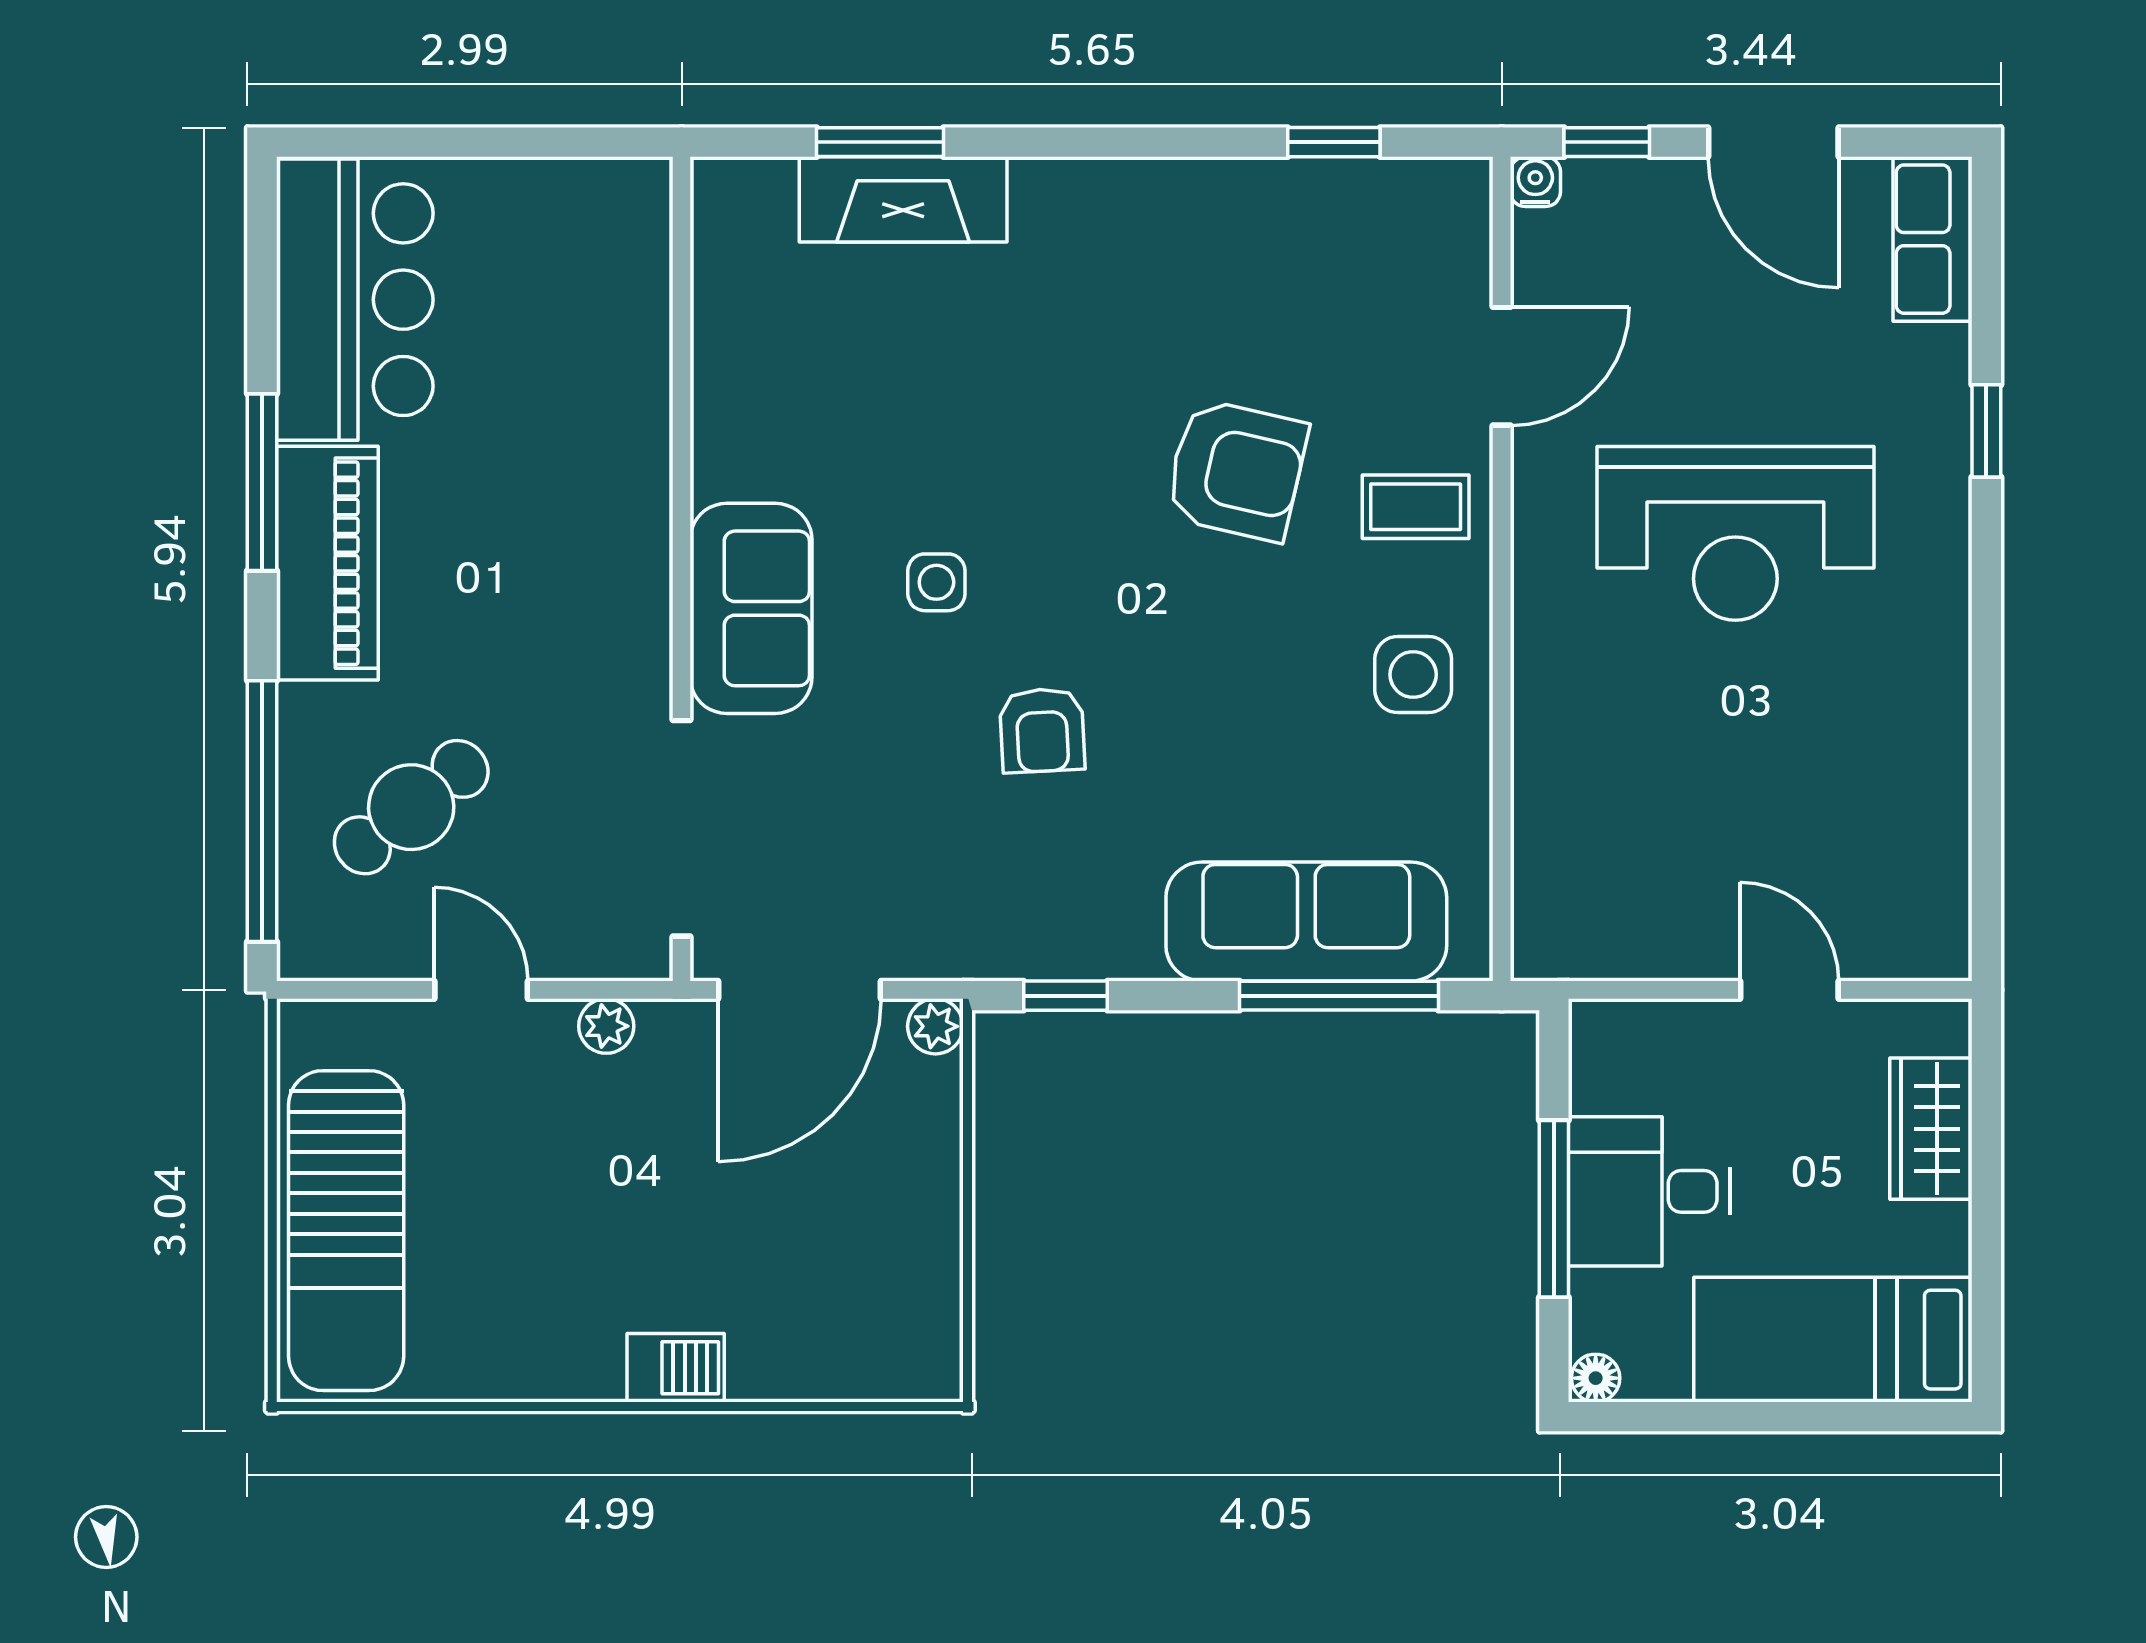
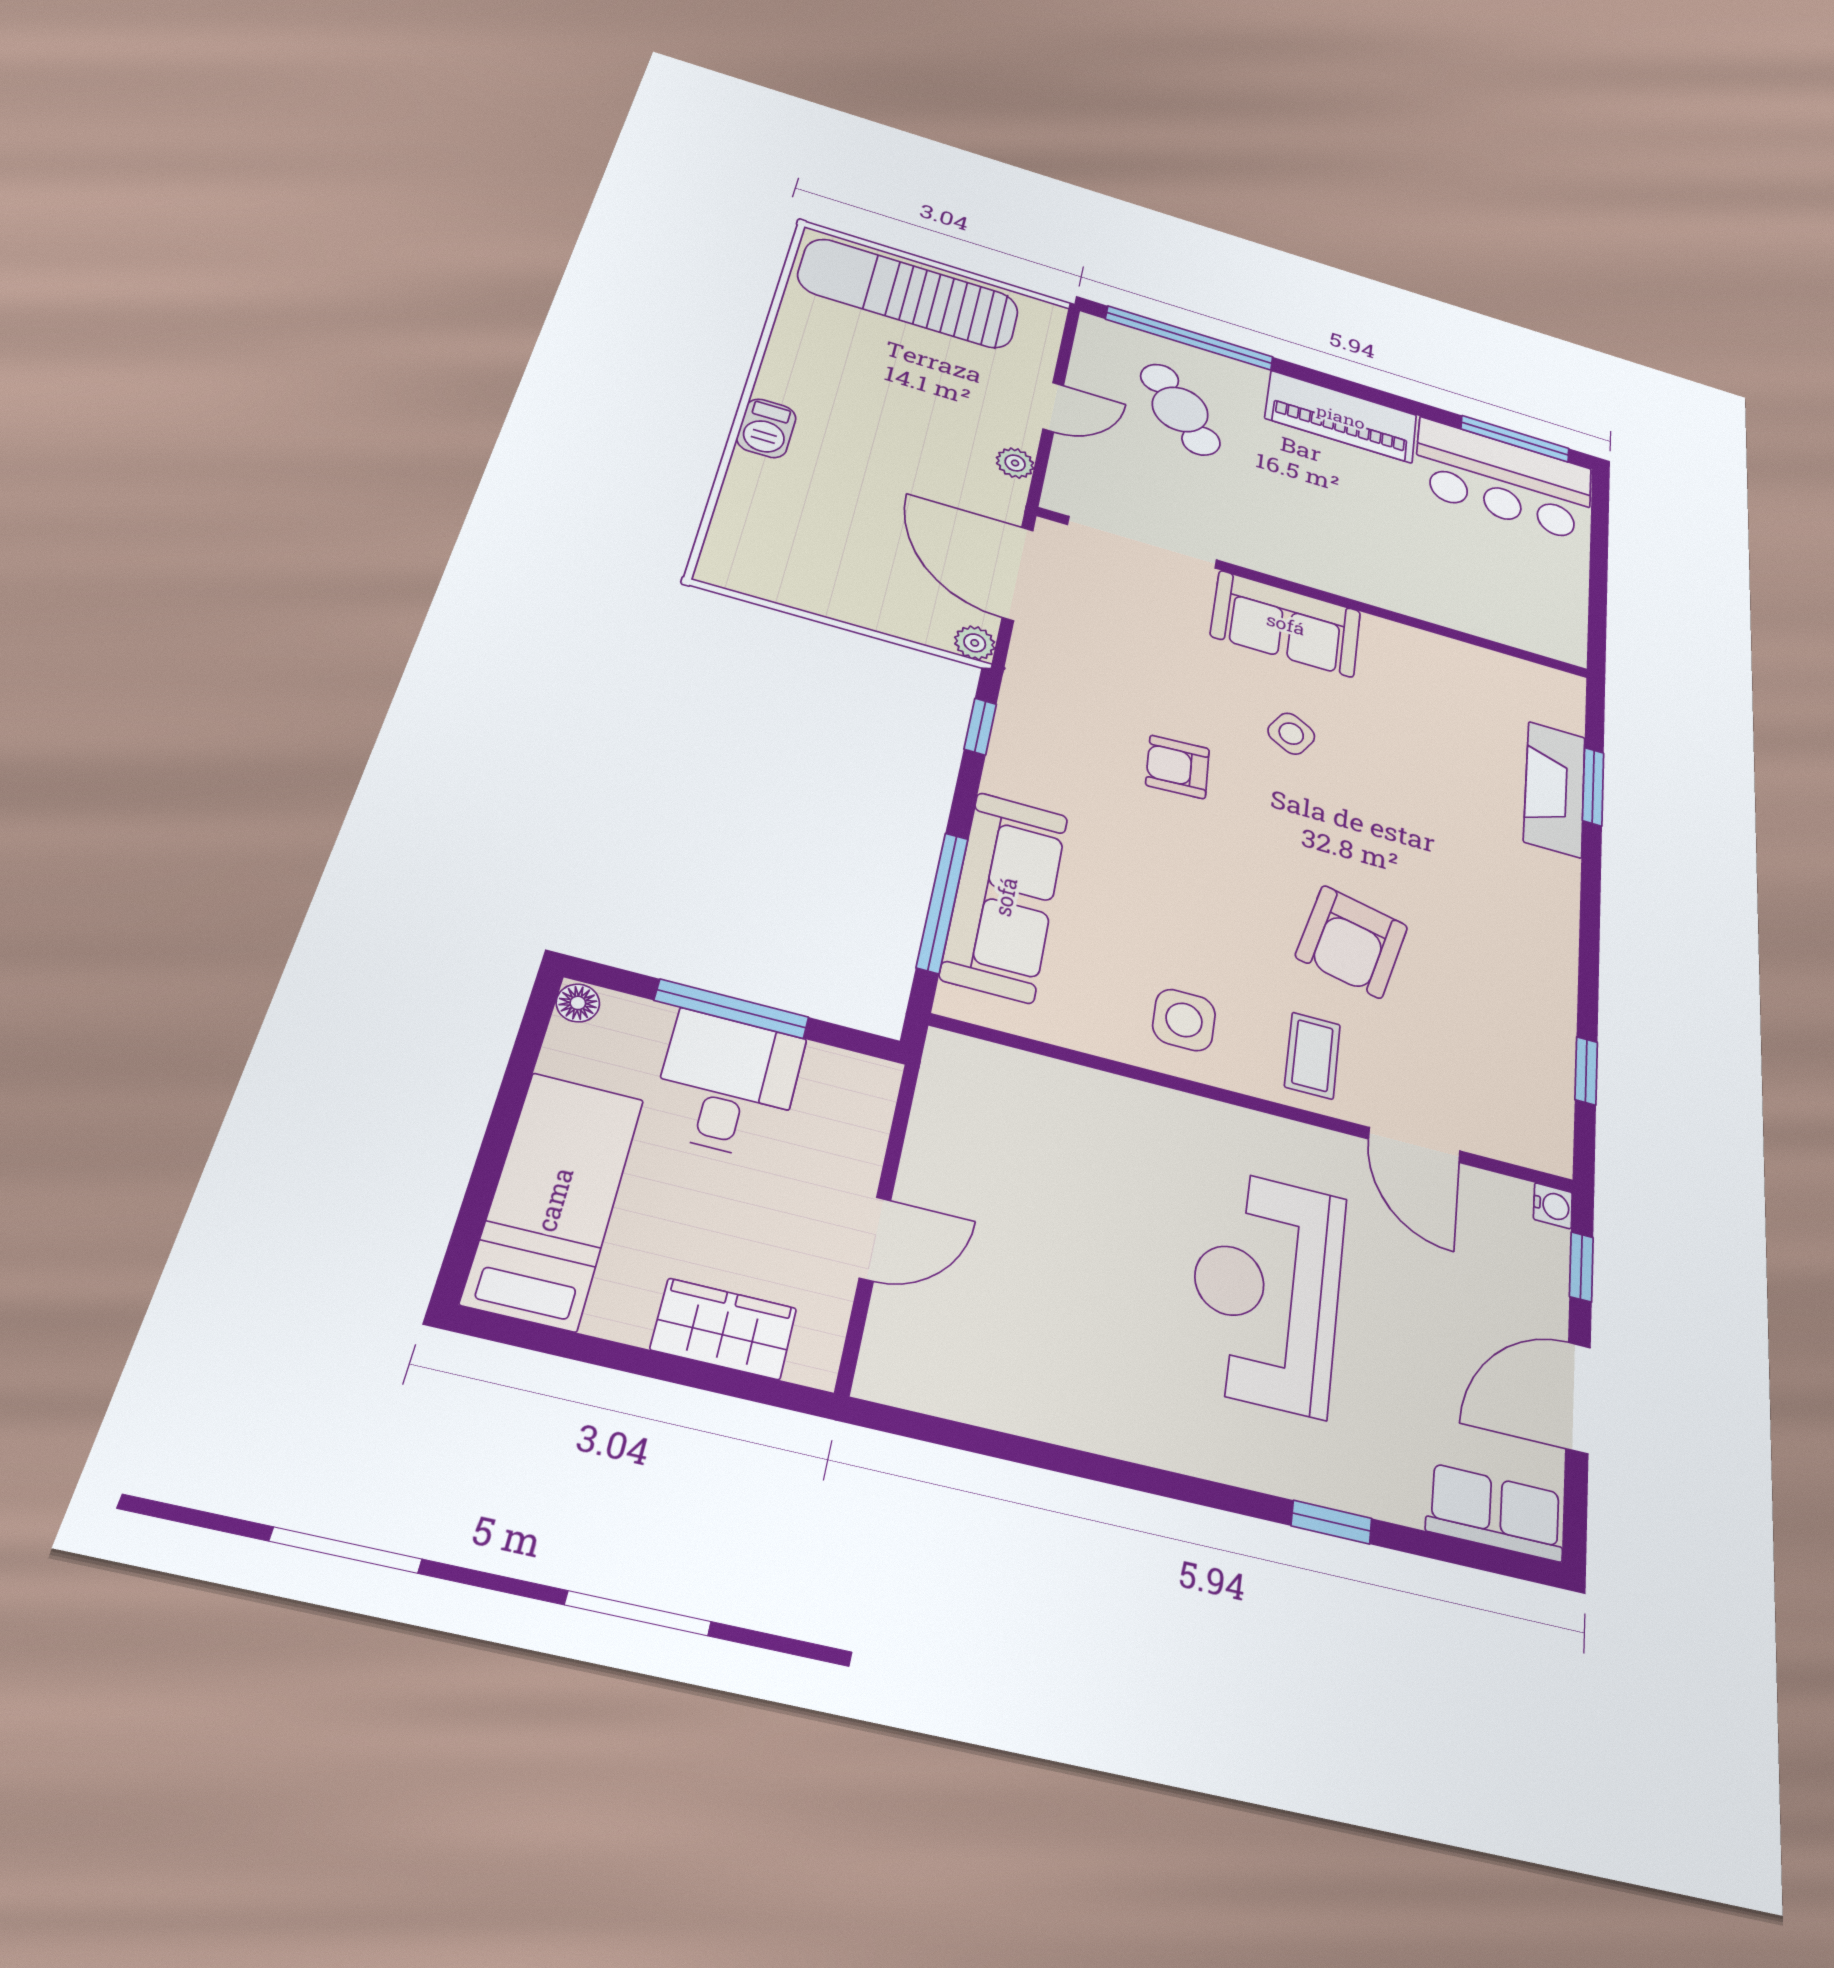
window: (262, 482) -> (1515, 439), moved
side table: (936, 582) -> (1291, 734), turned 31

